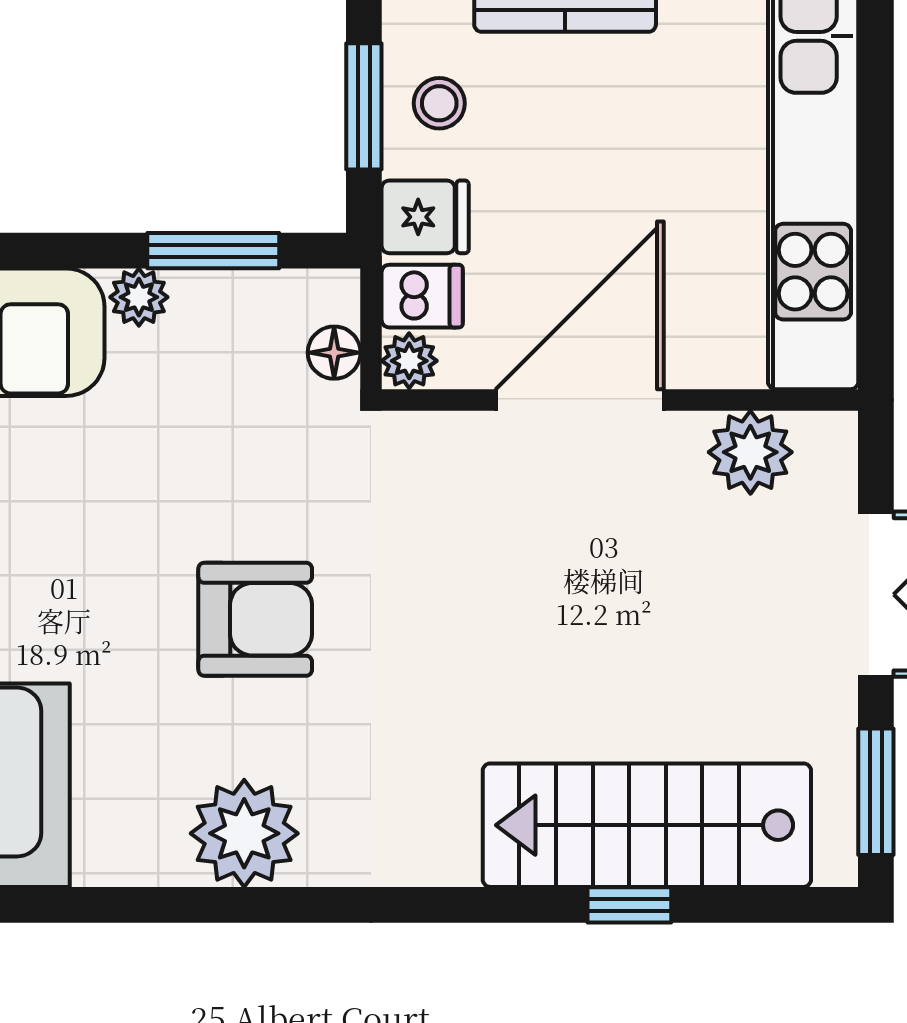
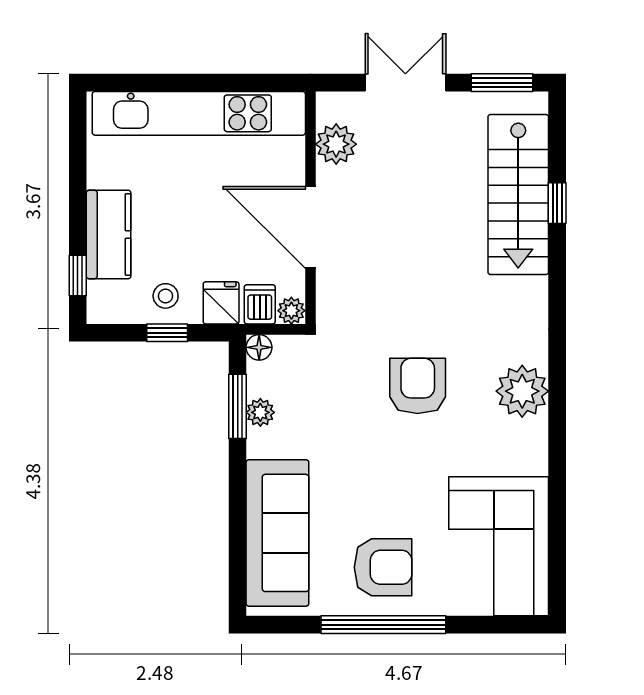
window: (364, 106) -> (167, 333), width x0.67
plant: (139, 297) -> (260, 412), moved
floor lamp: (334, 353) -> (259, 347), moved

